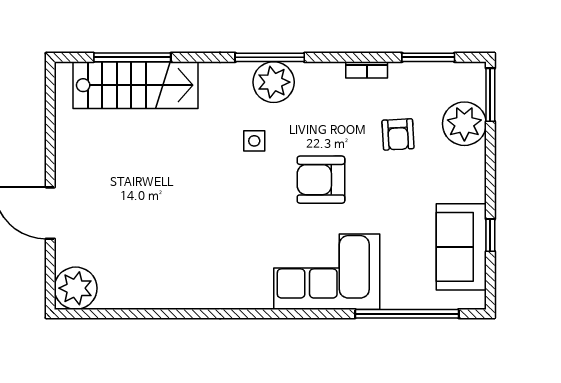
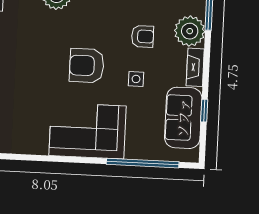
armchair: (398, 134) -> (143, 36), turned -87
side table: (254, 141) -> (136, 79), moved
fireplace: (475, 175) -> (195, 67), added

